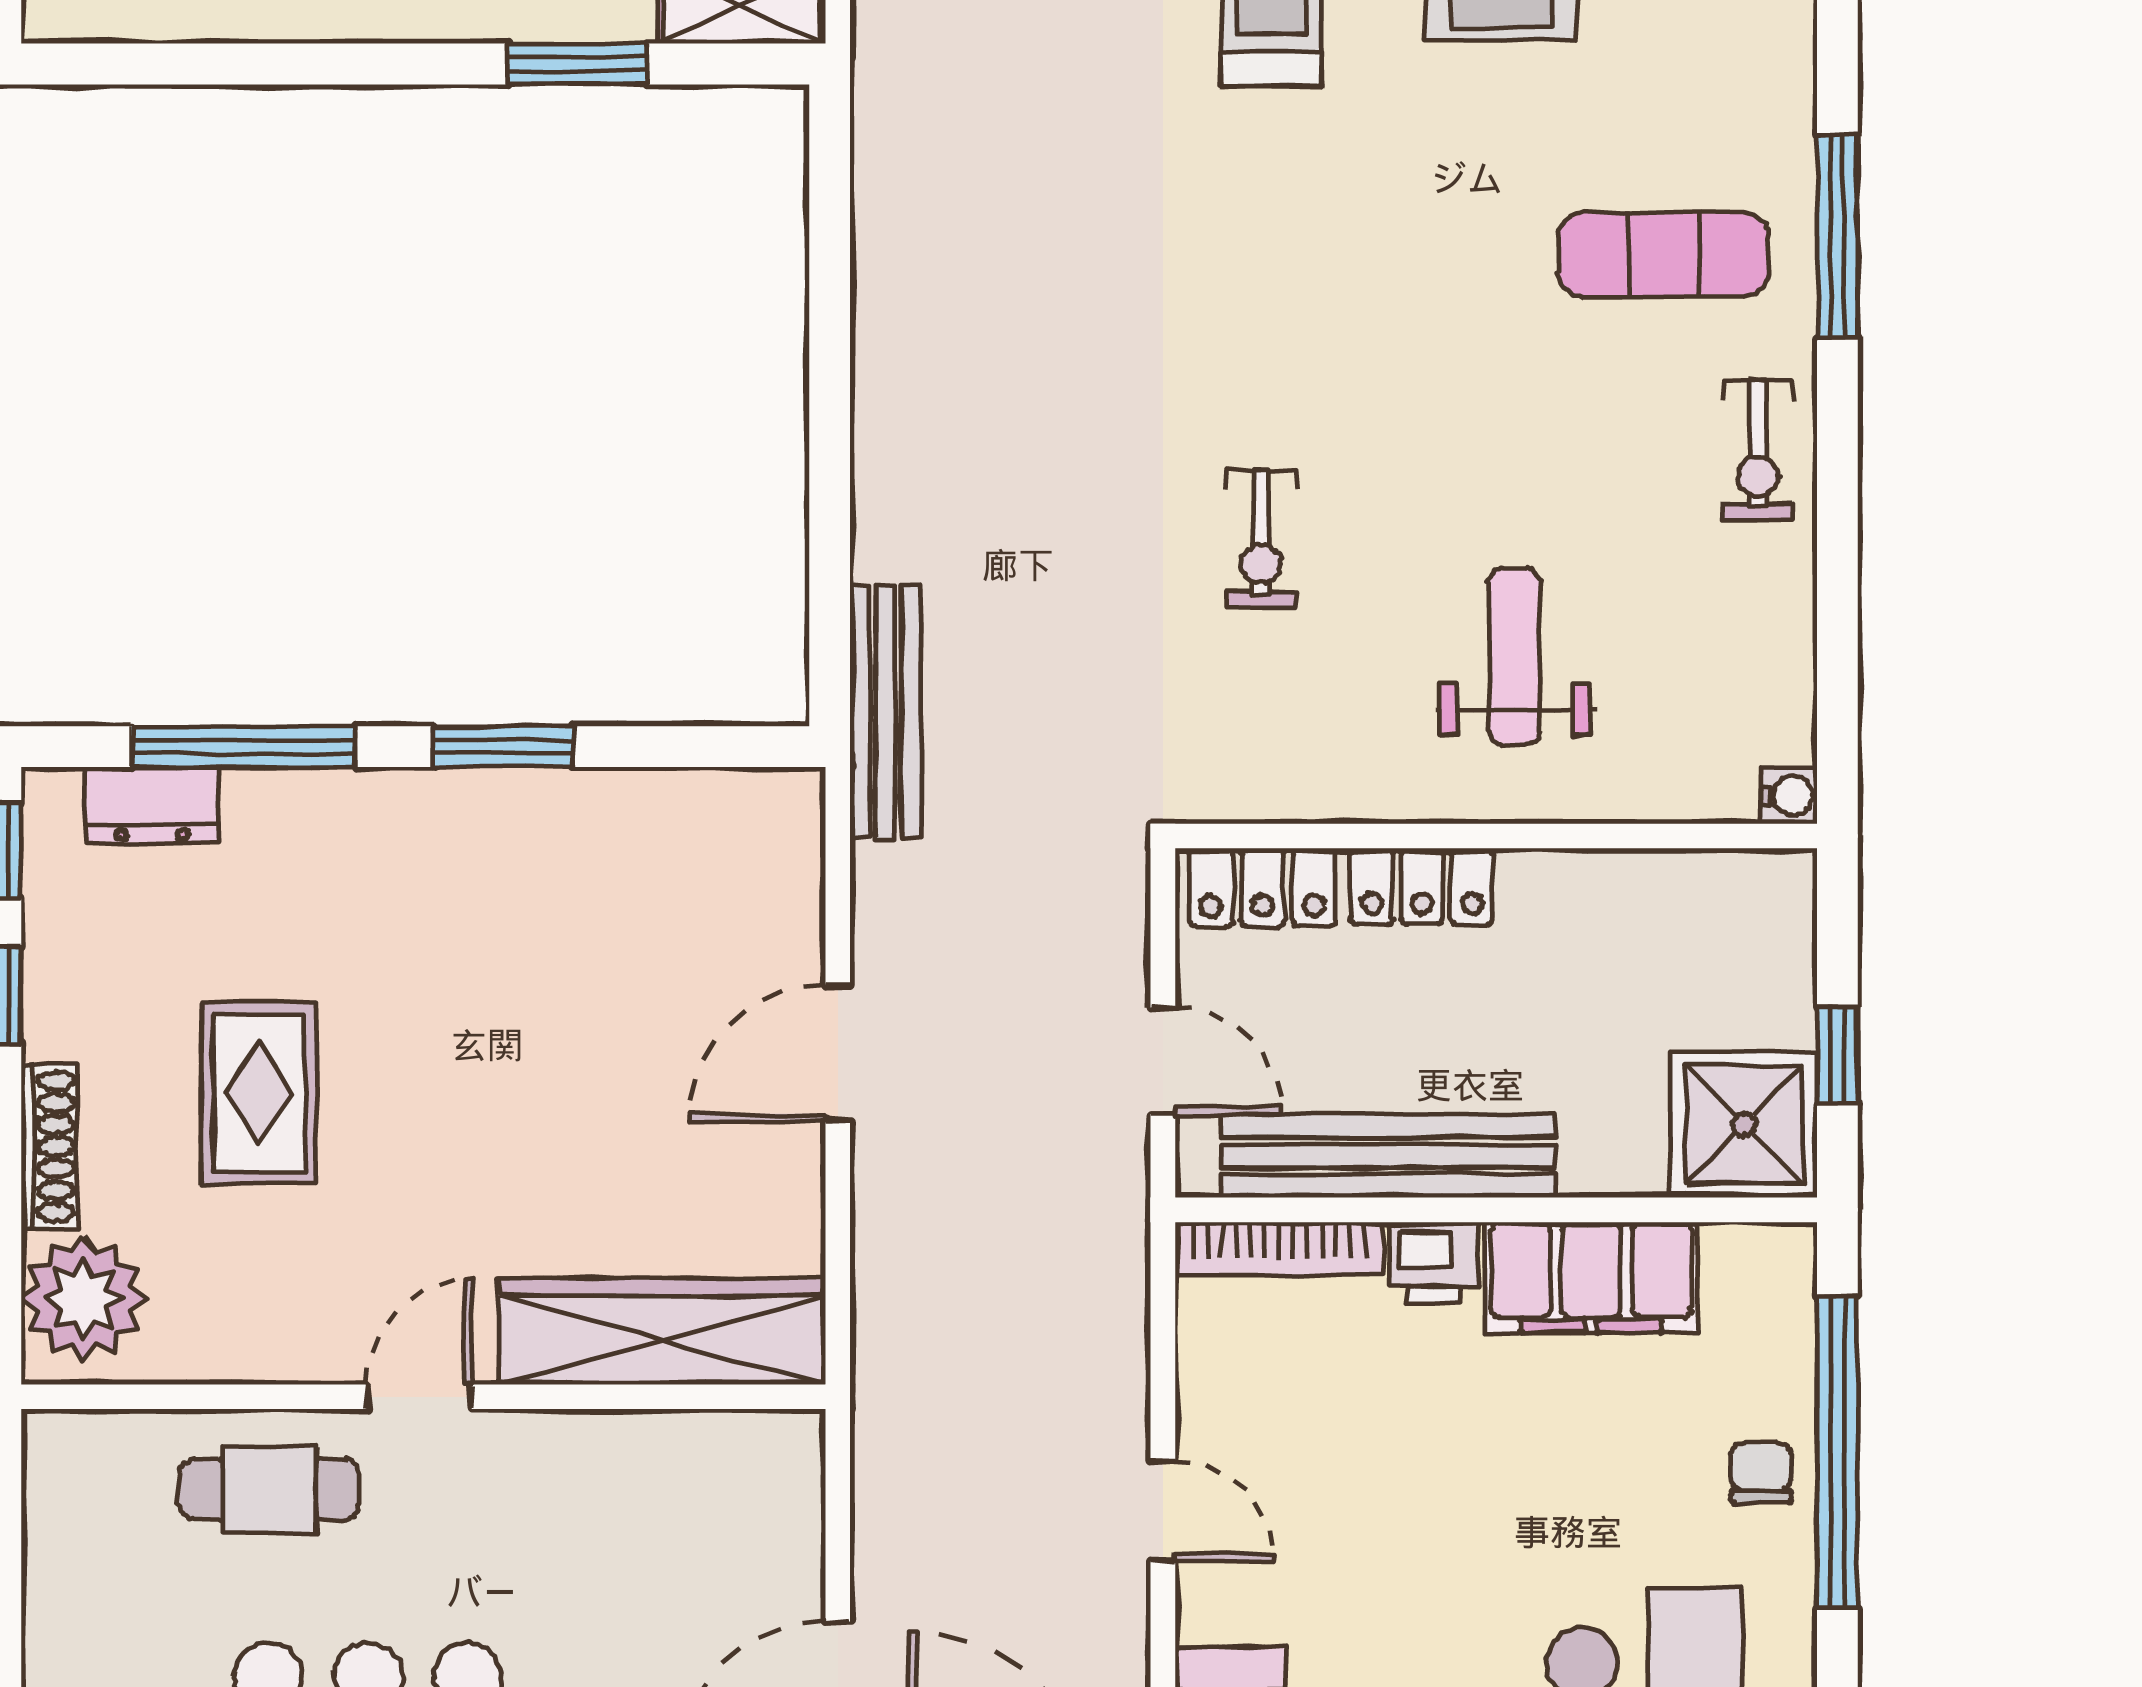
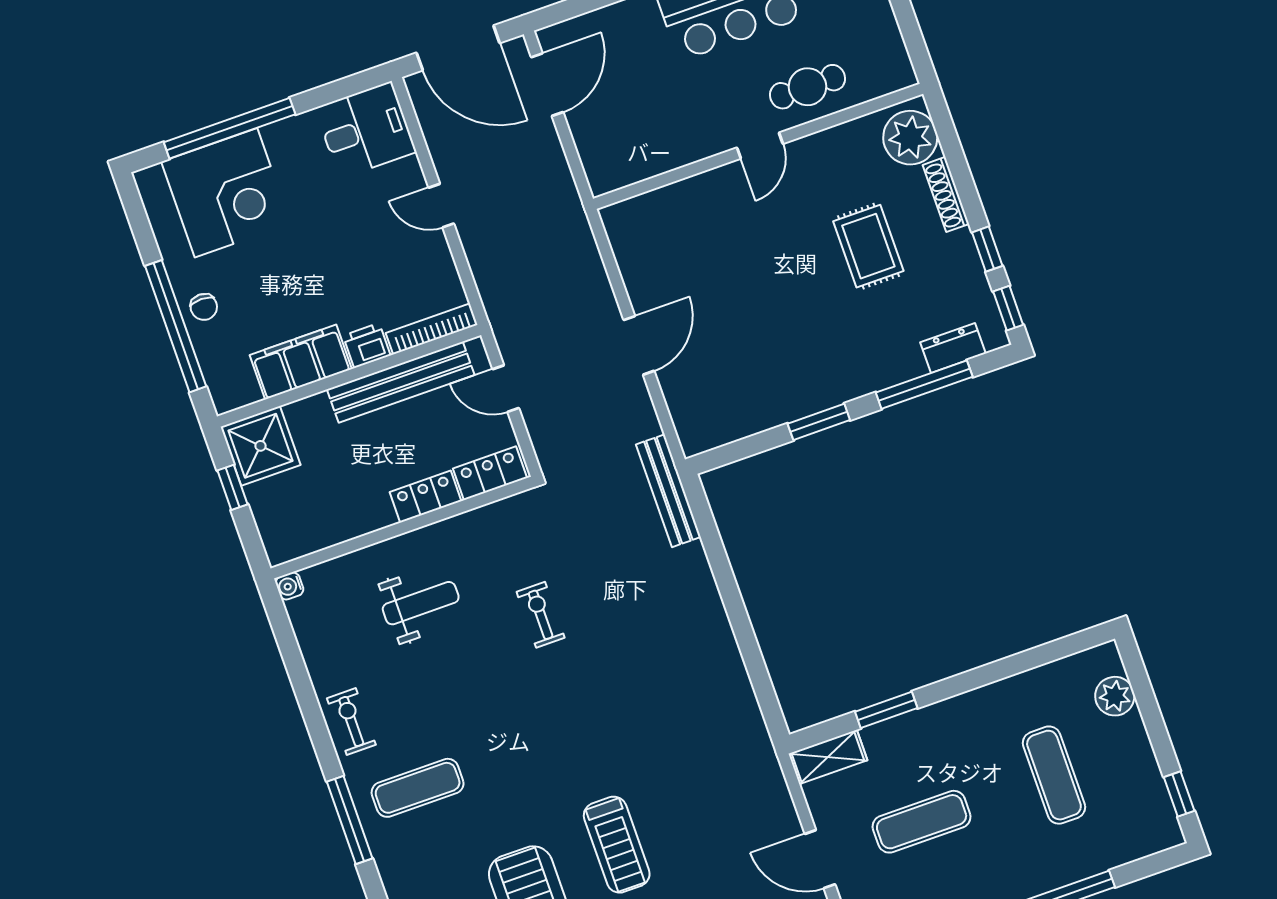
weight bench: (1515, 657) -> (421, 603), turned -90
wardrobe: (662, 1332) -> (670, 207), removed

